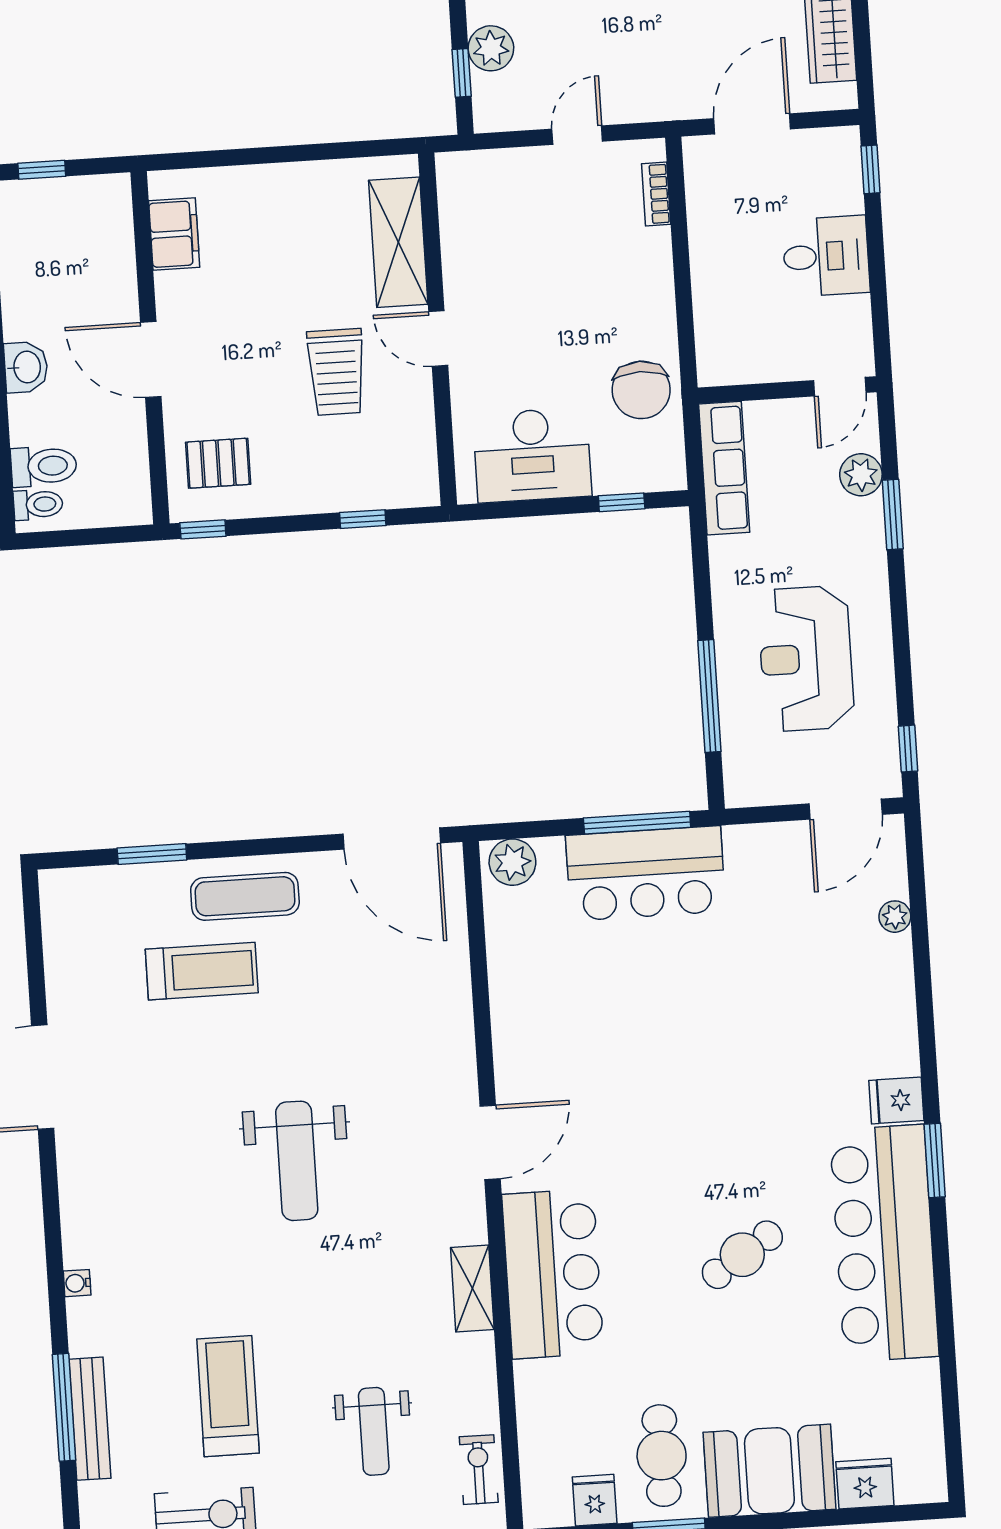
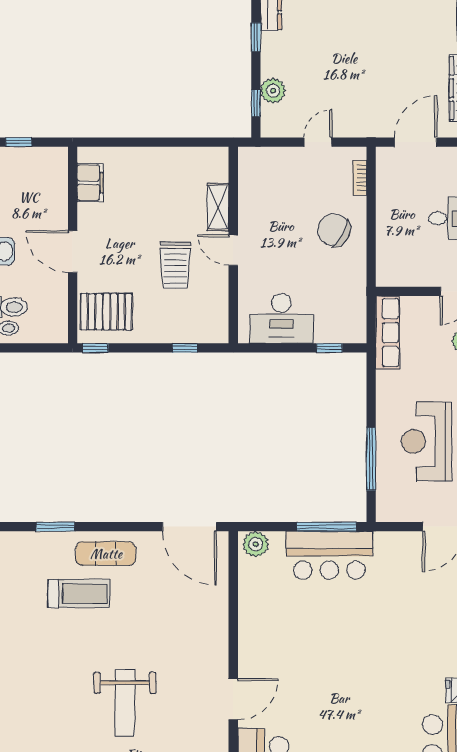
shelving: (398, 242) -> (218, 207), width x0.67, depth x0.75
chair: (641, 390) -> (334, 230), moved, turned 118
pallet: (218, 463) -> (106, 312), width x1.50, depth x1.42

